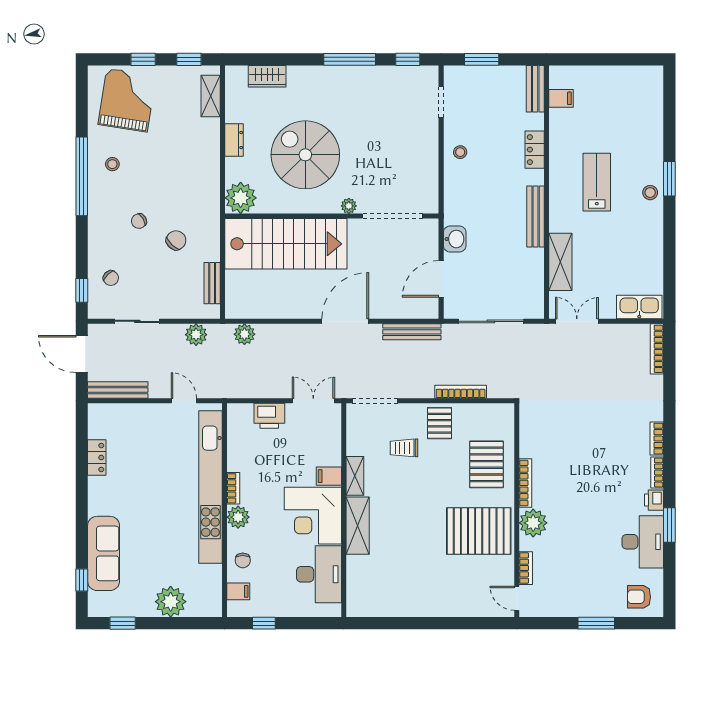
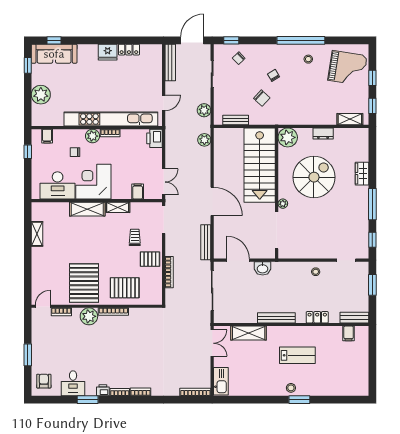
wardrobe: (267, 76) -> (362, 174), moved
printer: (269, 416) -> (154, 138), moved
filing cabinet: (329, 476) -> (138, 191), moved
fridge: (101, 492) -> (108, 52), added
desk: (643, 542) -> (73, 383), width x0.73
sofa: (104, 553) -> (54, 54), moved
chair: (243, 560) -> (75, 152), moved
shelving: (398, 608) -> (37, 234), added

